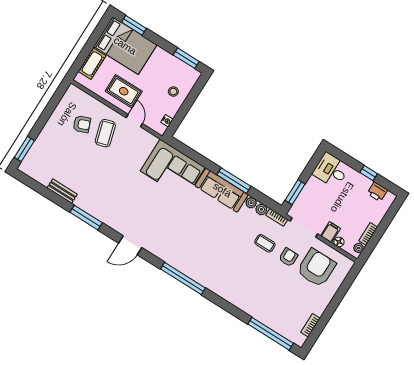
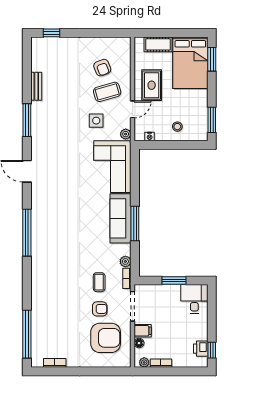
window: (24, 149) -> (52, 33), width x0.67
side table: (124, 158) -> (96, 121), added
window: (369, 173) -> (212, 350), moved
window: (295, 192) -> (174, 280), moved
plant: (251, 203) -> (126, 134), moved

